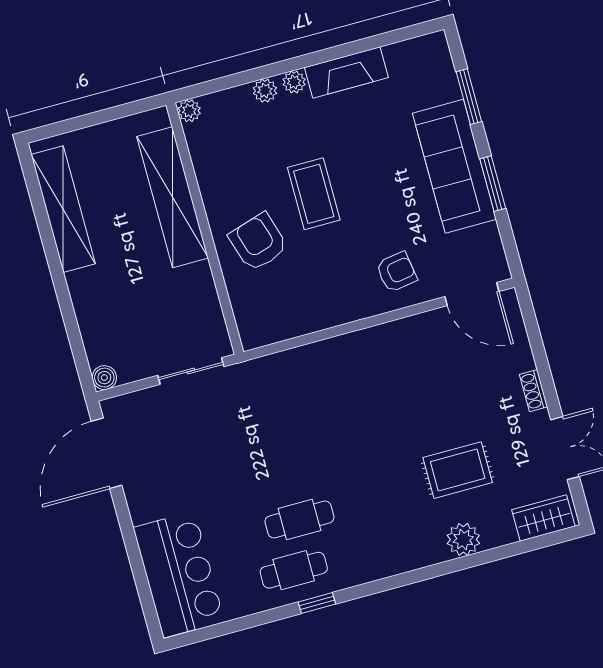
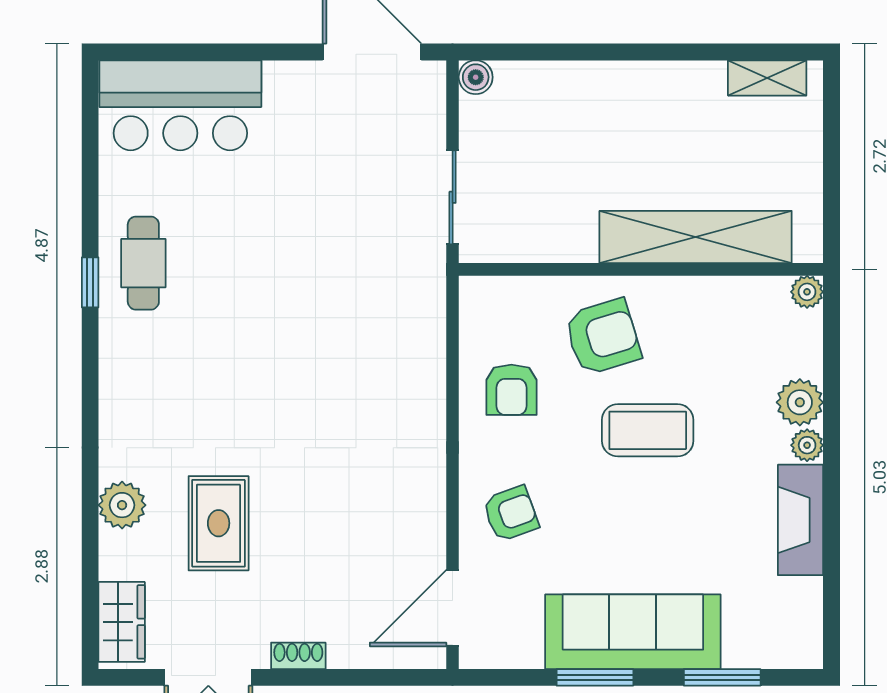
plant: (265, 91) -> (800, 402), width x1.38, depth x1.38
shelving: (63, 209) -> (767, 78), width x0.45, depth x0.75
armchair: (396, 272) -> (511, 514), turned -101
armchair: (312, 295) -> (511, 390), added
cafe table: (299, 519) -> (210, 290), removed

